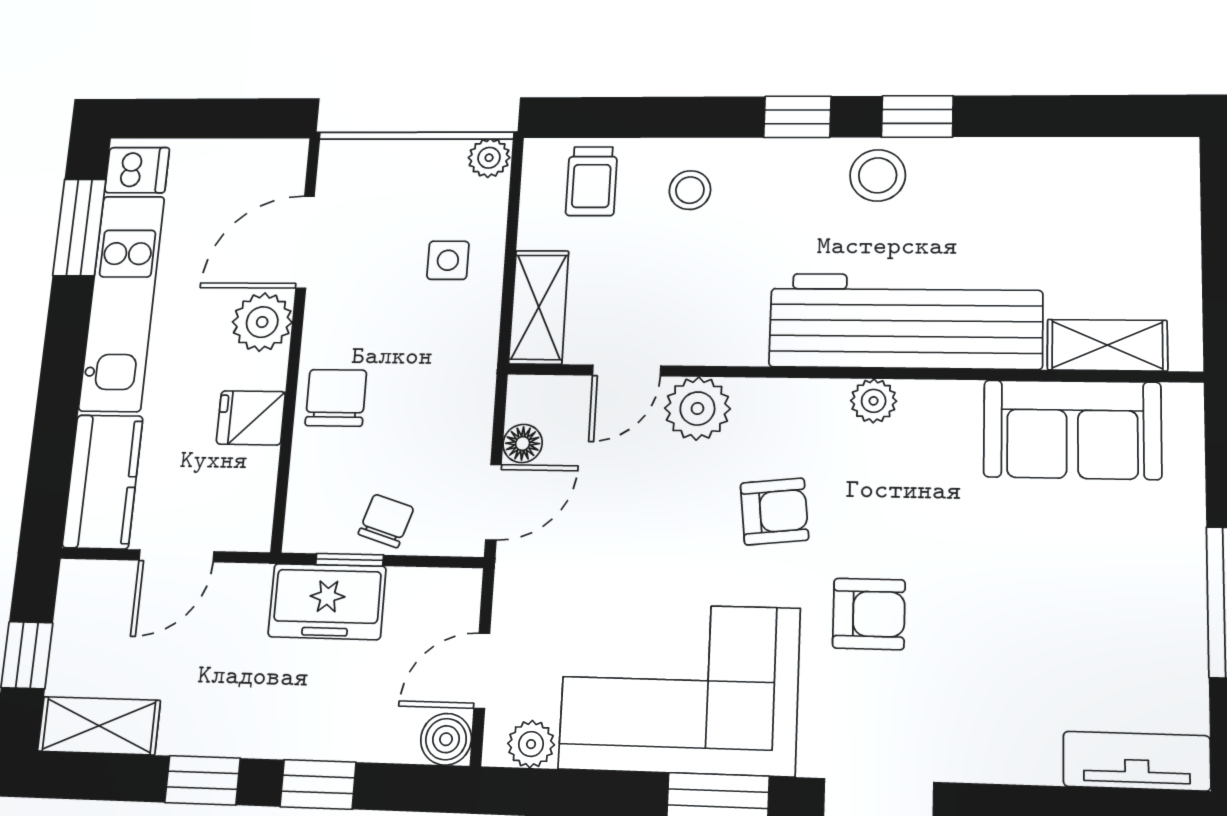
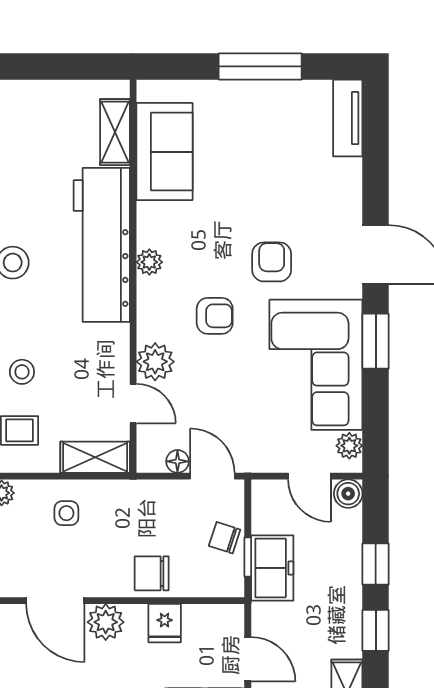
armchair: (774, 512) -> (215, 316), turned 96

